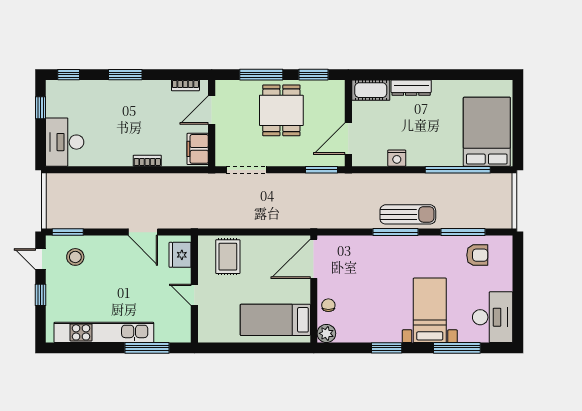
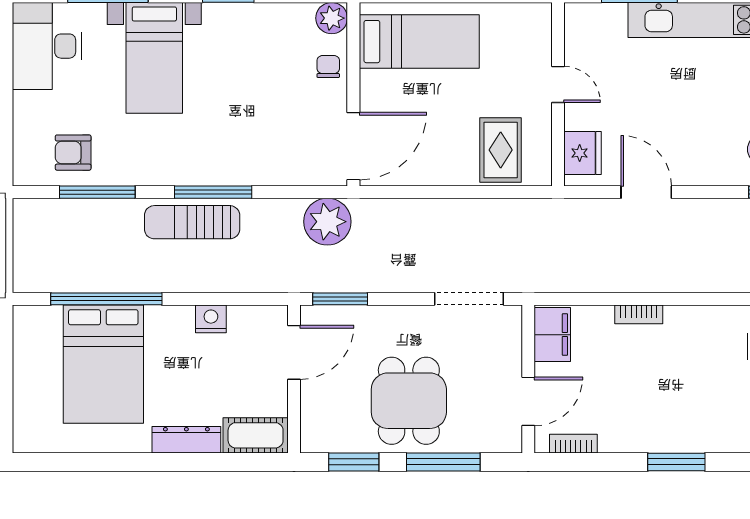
bed: (487, 132) -> (103, 364), moved
plant: (329, 215) -> (327, 222), added
chair: (328, 305) -> (328, 67), turned 180

